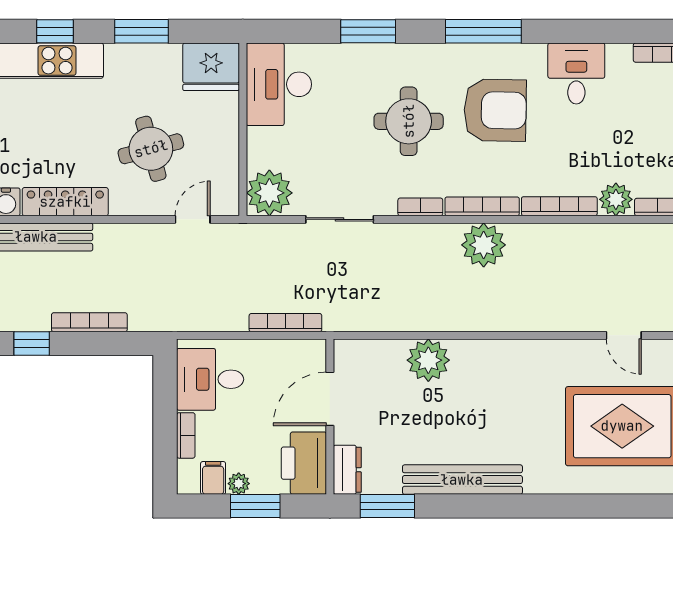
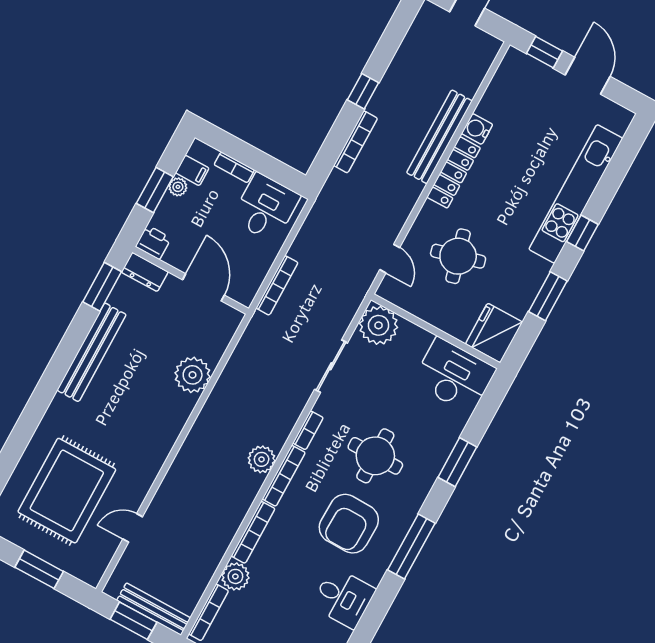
plant: (484, 245) -> (262, 459), width x0.73, depth x0.73
printer: (304, 463) -> (153, 242), width x0.53, depth x0.68

